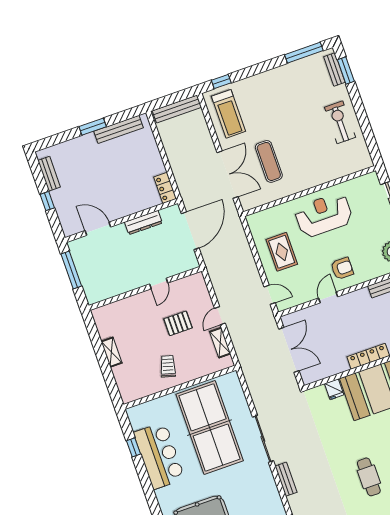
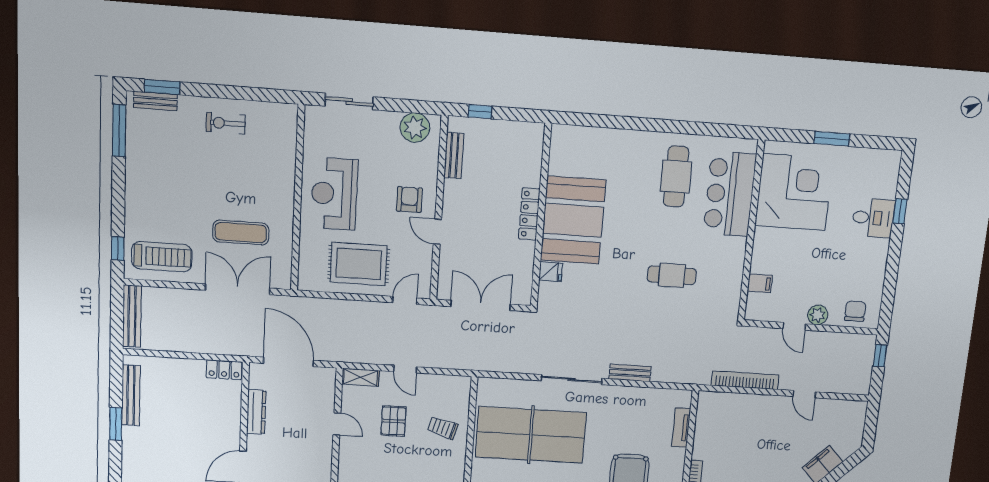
exercise bike: (340, 122) -> (226, 123), width x0.73, depth x0.72
rug: (282, 252) -> (359, 264), width x1.36, depth x1.43
shelving: (220, 343) -> (360, 377), moved
trolley: (168, 366) -> (443, 428), moved

